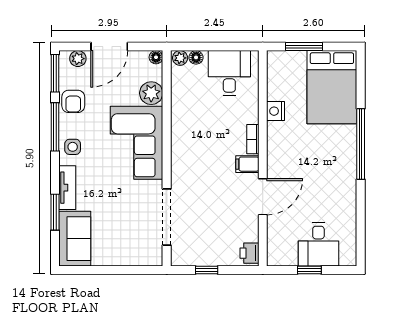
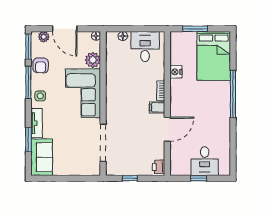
door: (109, 47) -> (65, 29), hinge flipped
plant: (180, 58) -> (112, 36), removed

